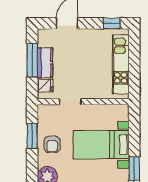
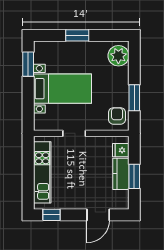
window: (32, 60) -> (134, 176), width x0.69
doorway: (70, 102) -> (74, 133), moved
armchair: (52, 144) -> (117, 116), moved

